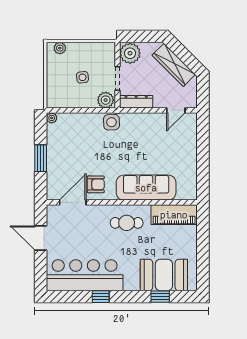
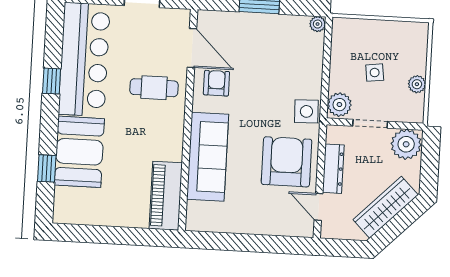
plant: (60, 48) -> (417, 84), moved
dresser: (136, 102) -> (333, 169), moved
armchair: (147, 134) -> (287, 162), added
armchair: (96, 184) -> (216, 83), turned 180
cafe table: (127, 223) -> (154, 88), moved, turned 90
booth: (164, 275) -> (79, 152), moved

